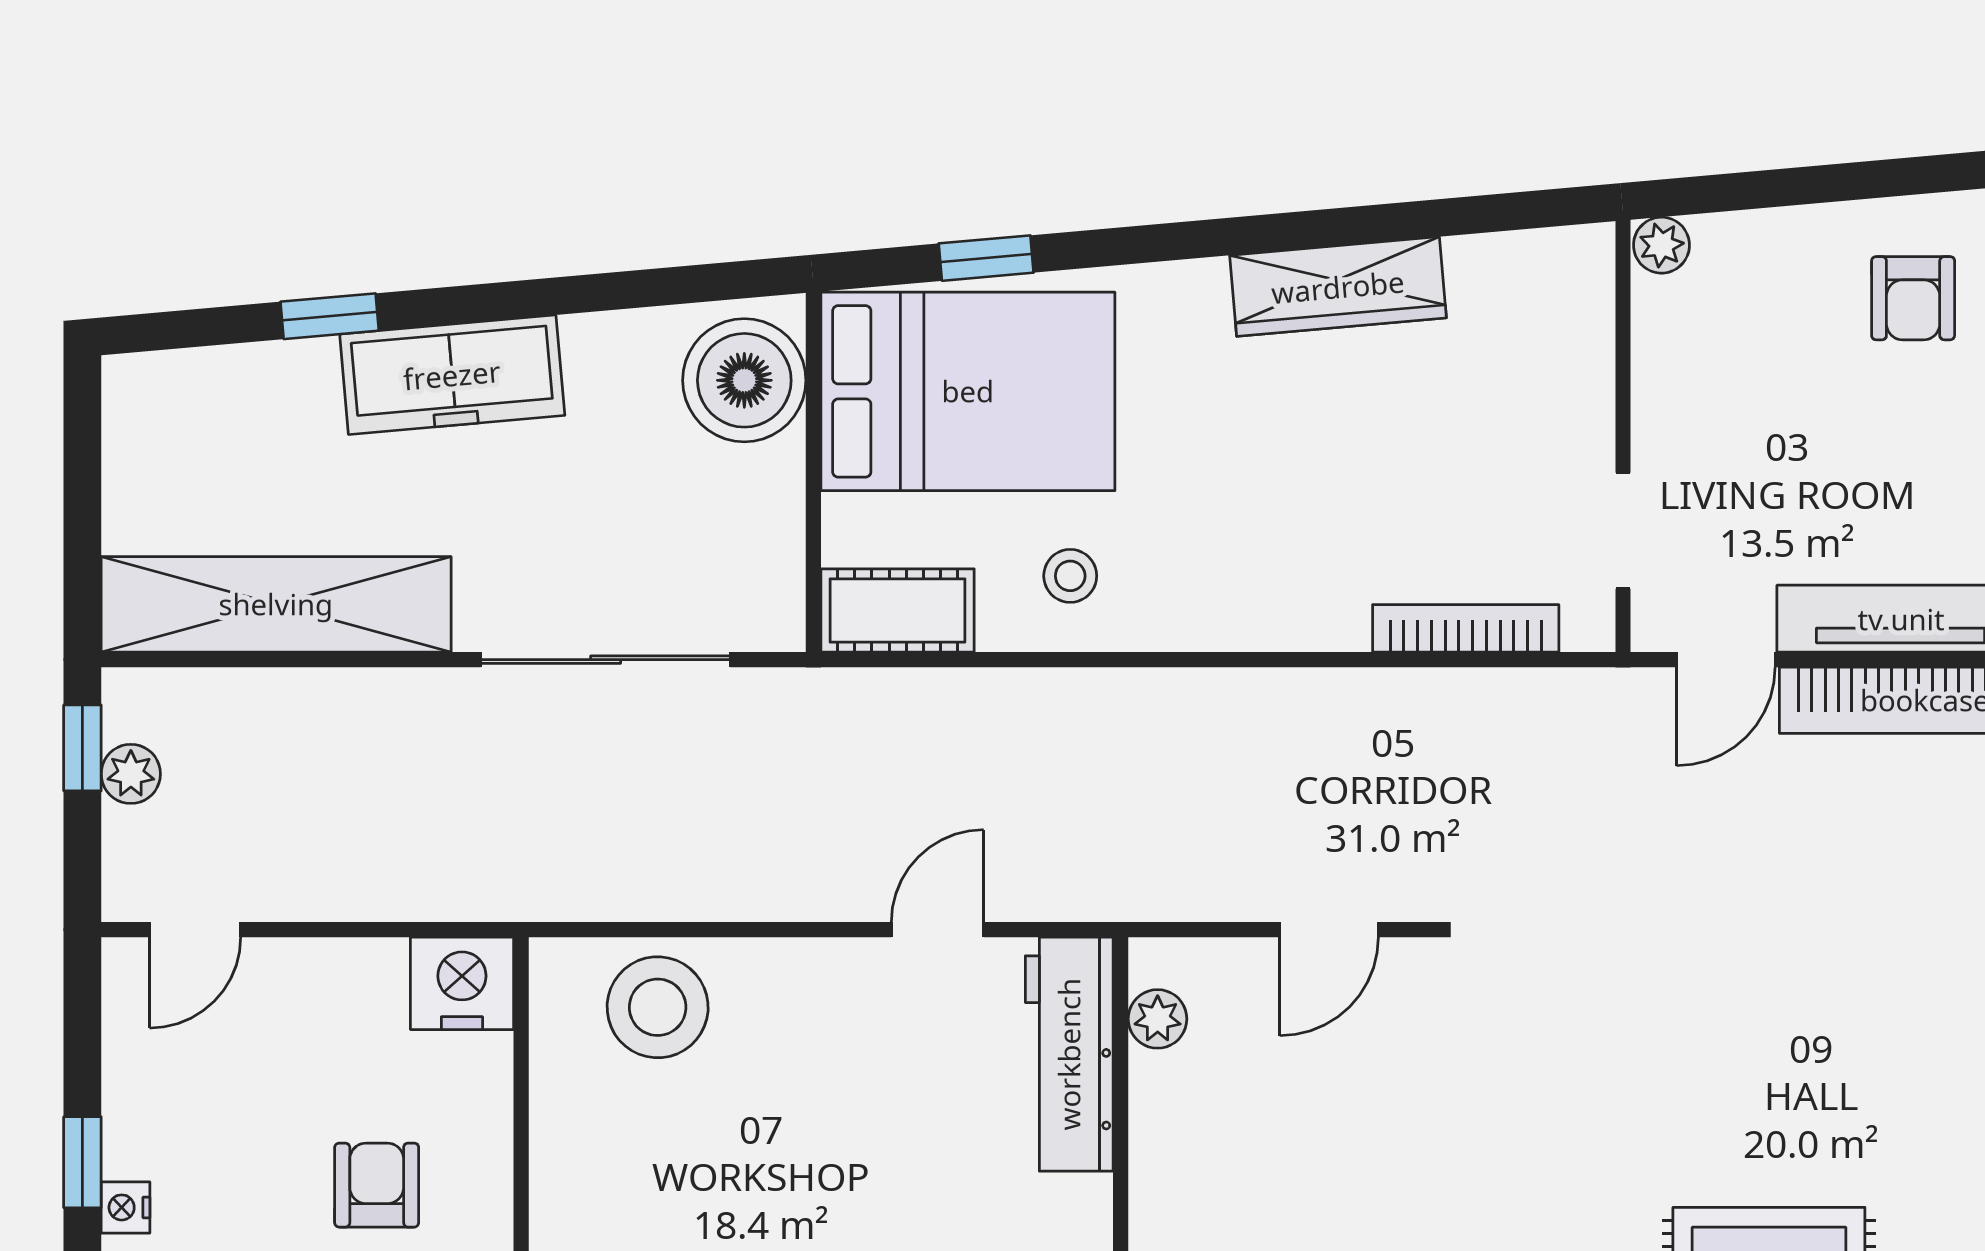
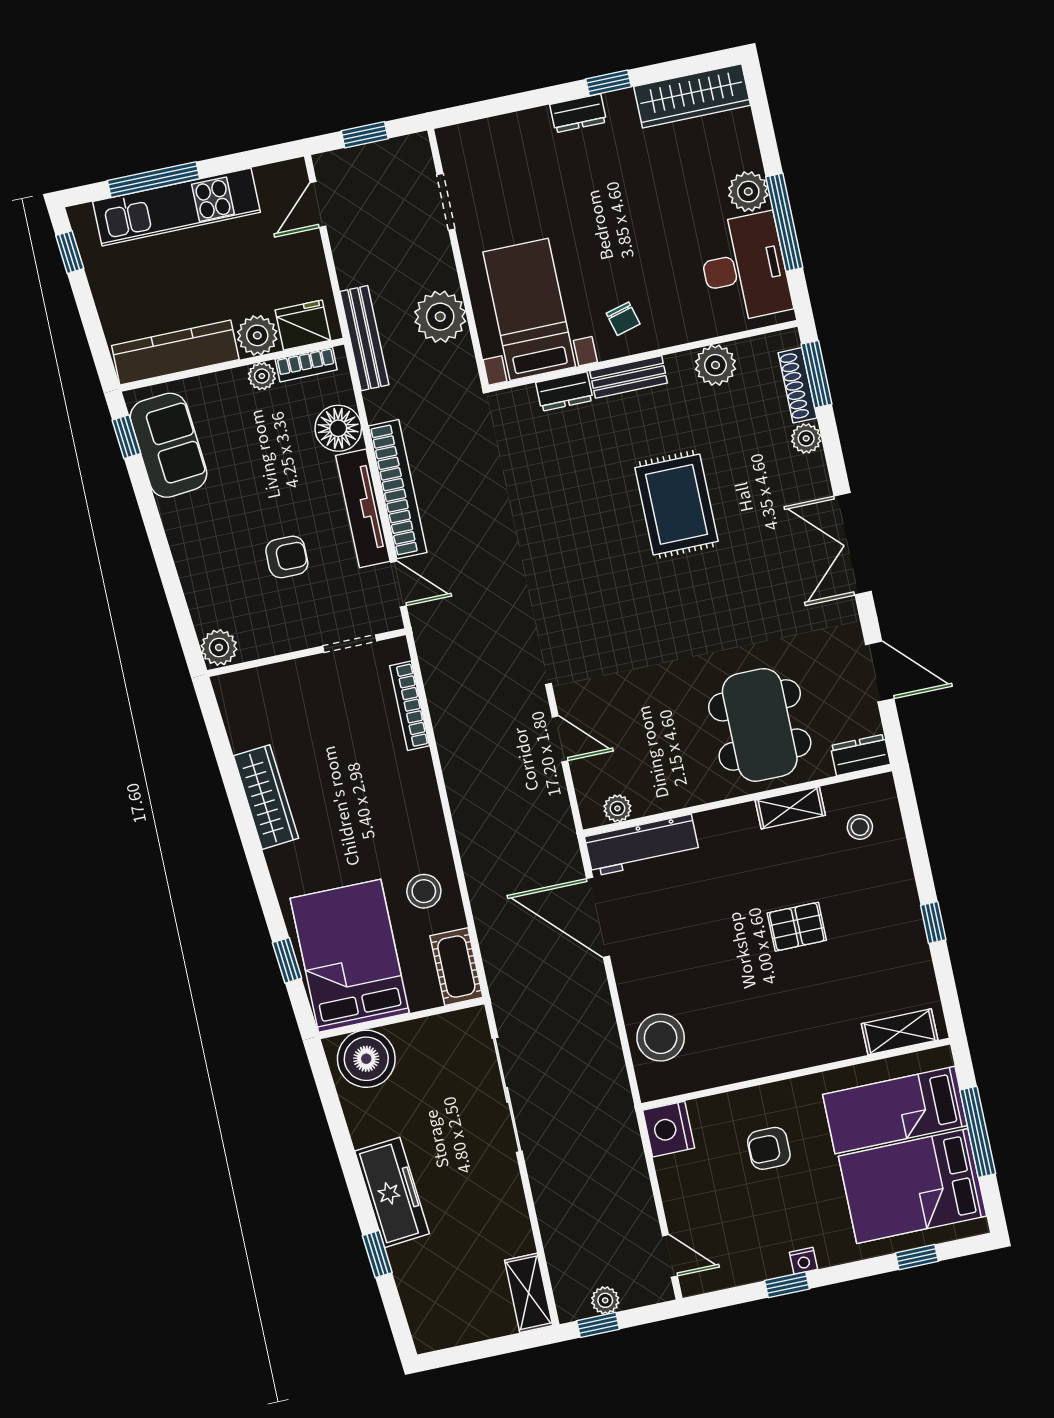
plant: (1661, 245) -> (219, 647), width x1.38, depth x1.38
armchair: (1913, 298) -> (287, 557), moved
stool: (1070, 576) -> (424, 891), width x1.37, depth x1.37
shelving: (276, 604) -> (529, 1293), width x0.45, depth x0.75
door: (937, 930) -> (598, 917), width x1.88

